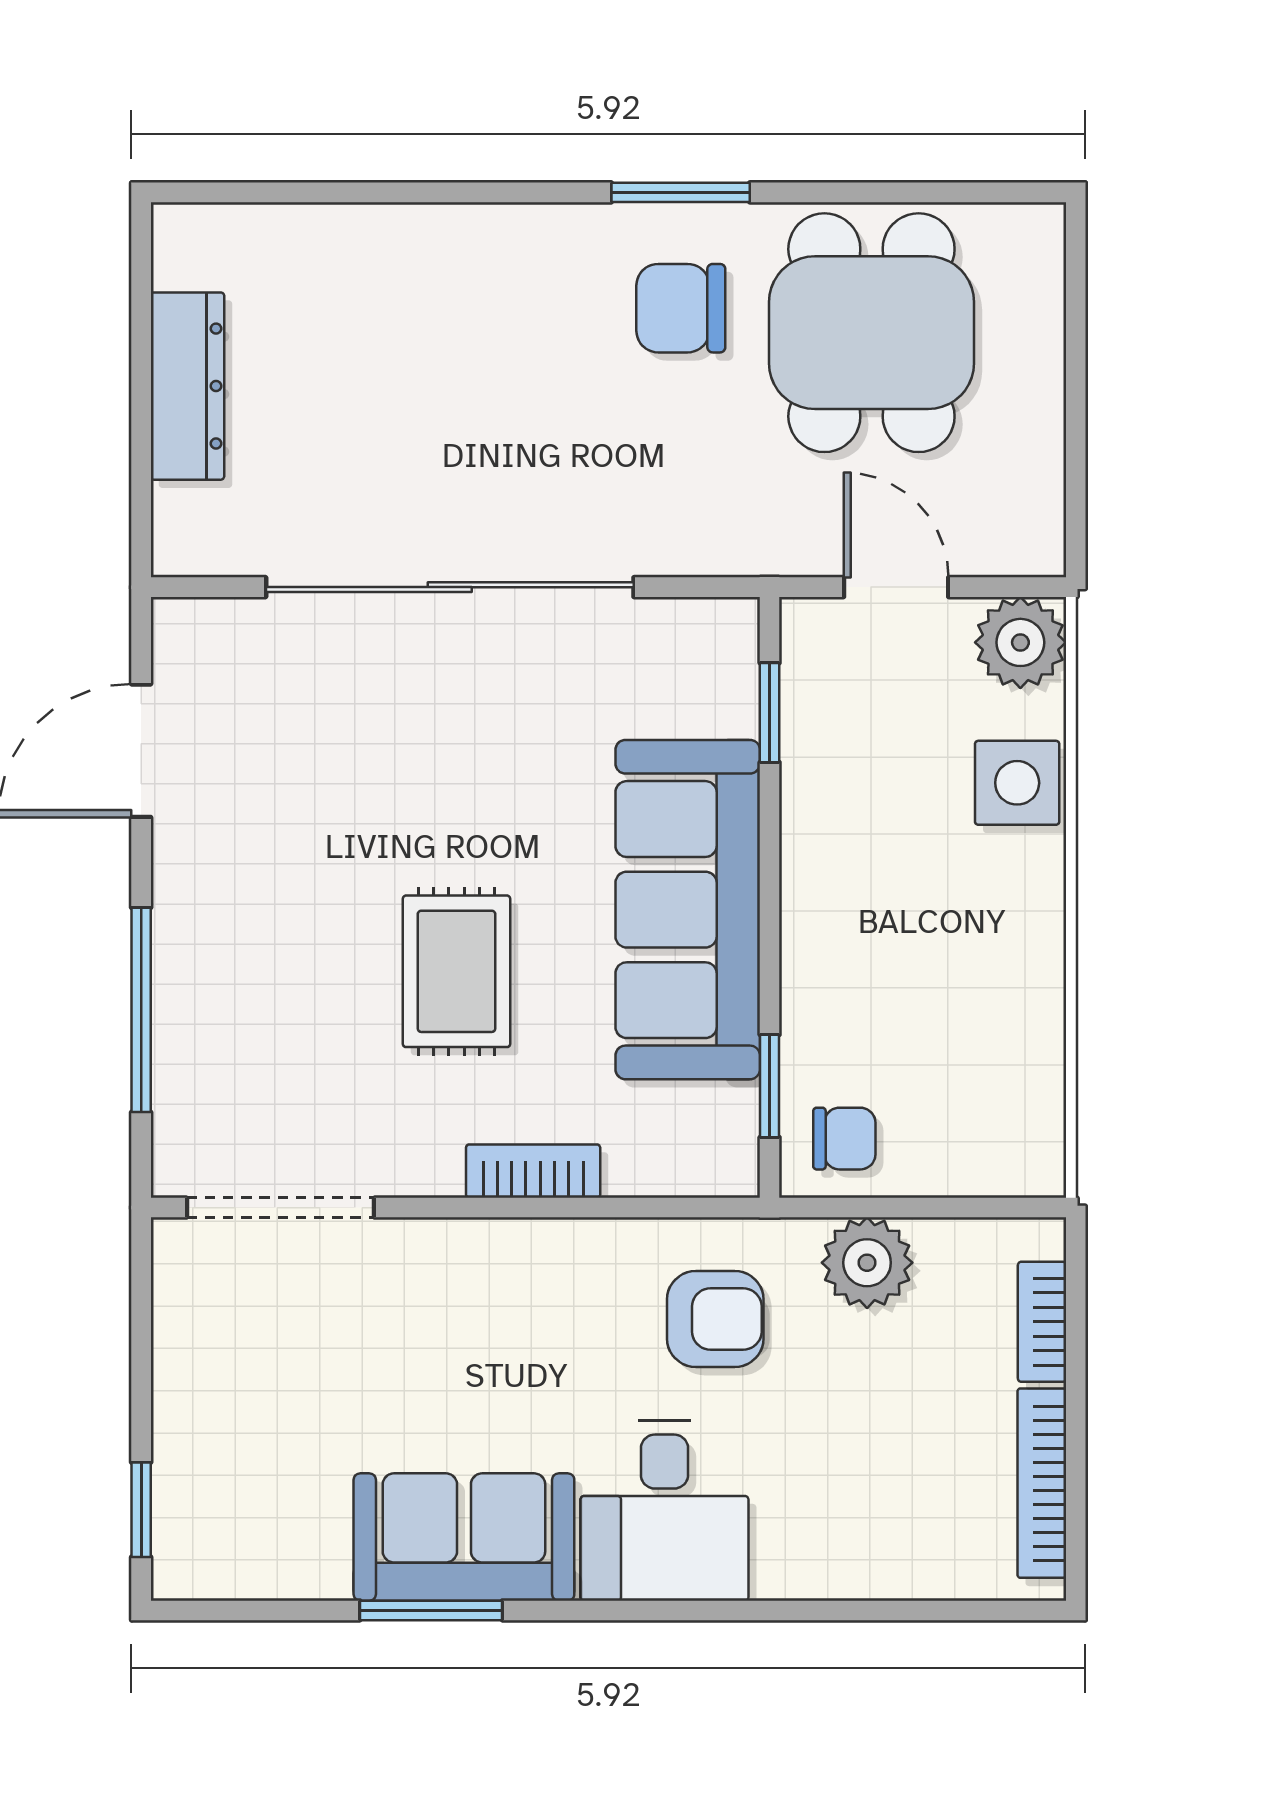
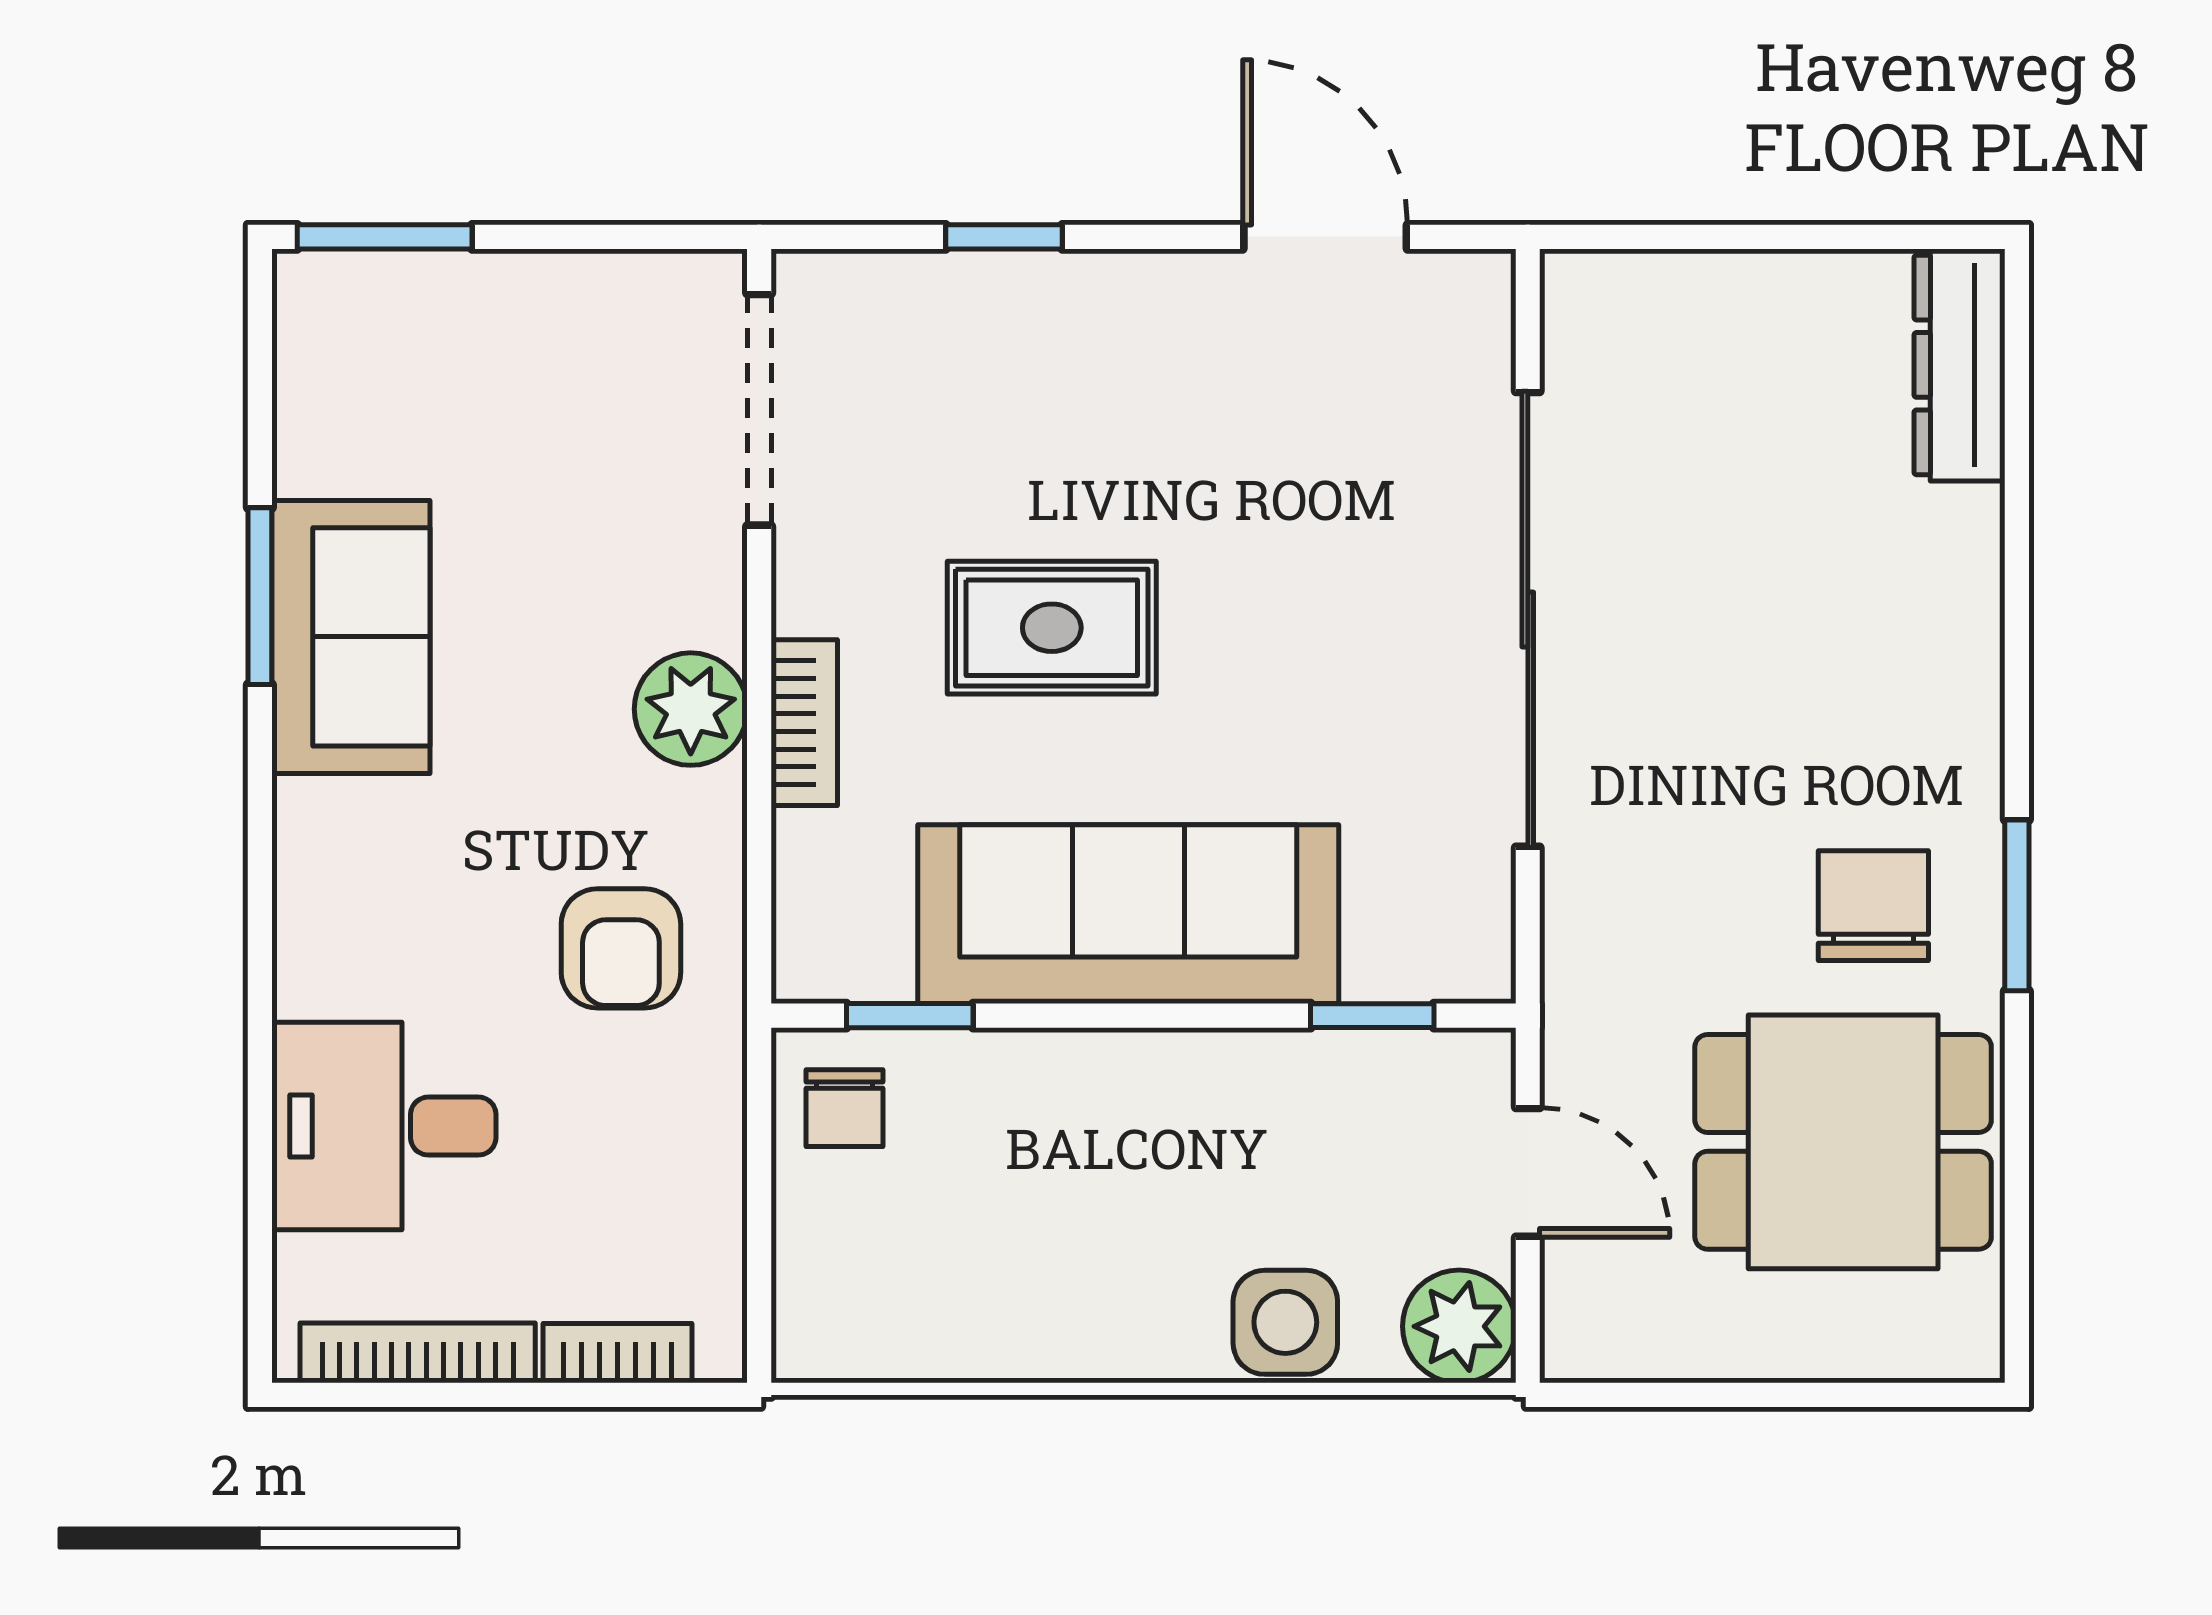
dresser: (187, 386) -> (1960, 365), moved, turned 90
door: (896, 587) -> (1528, 1172), hinge flipped
window: (141, 1010) -> (1004, 237), width x0.46
plant: (867, 1263) -> (691, 709), moved
window: (141, 1510) -> (385, 237), width x1.50
desk: (664, 1510) -> (384, 1126), moved

